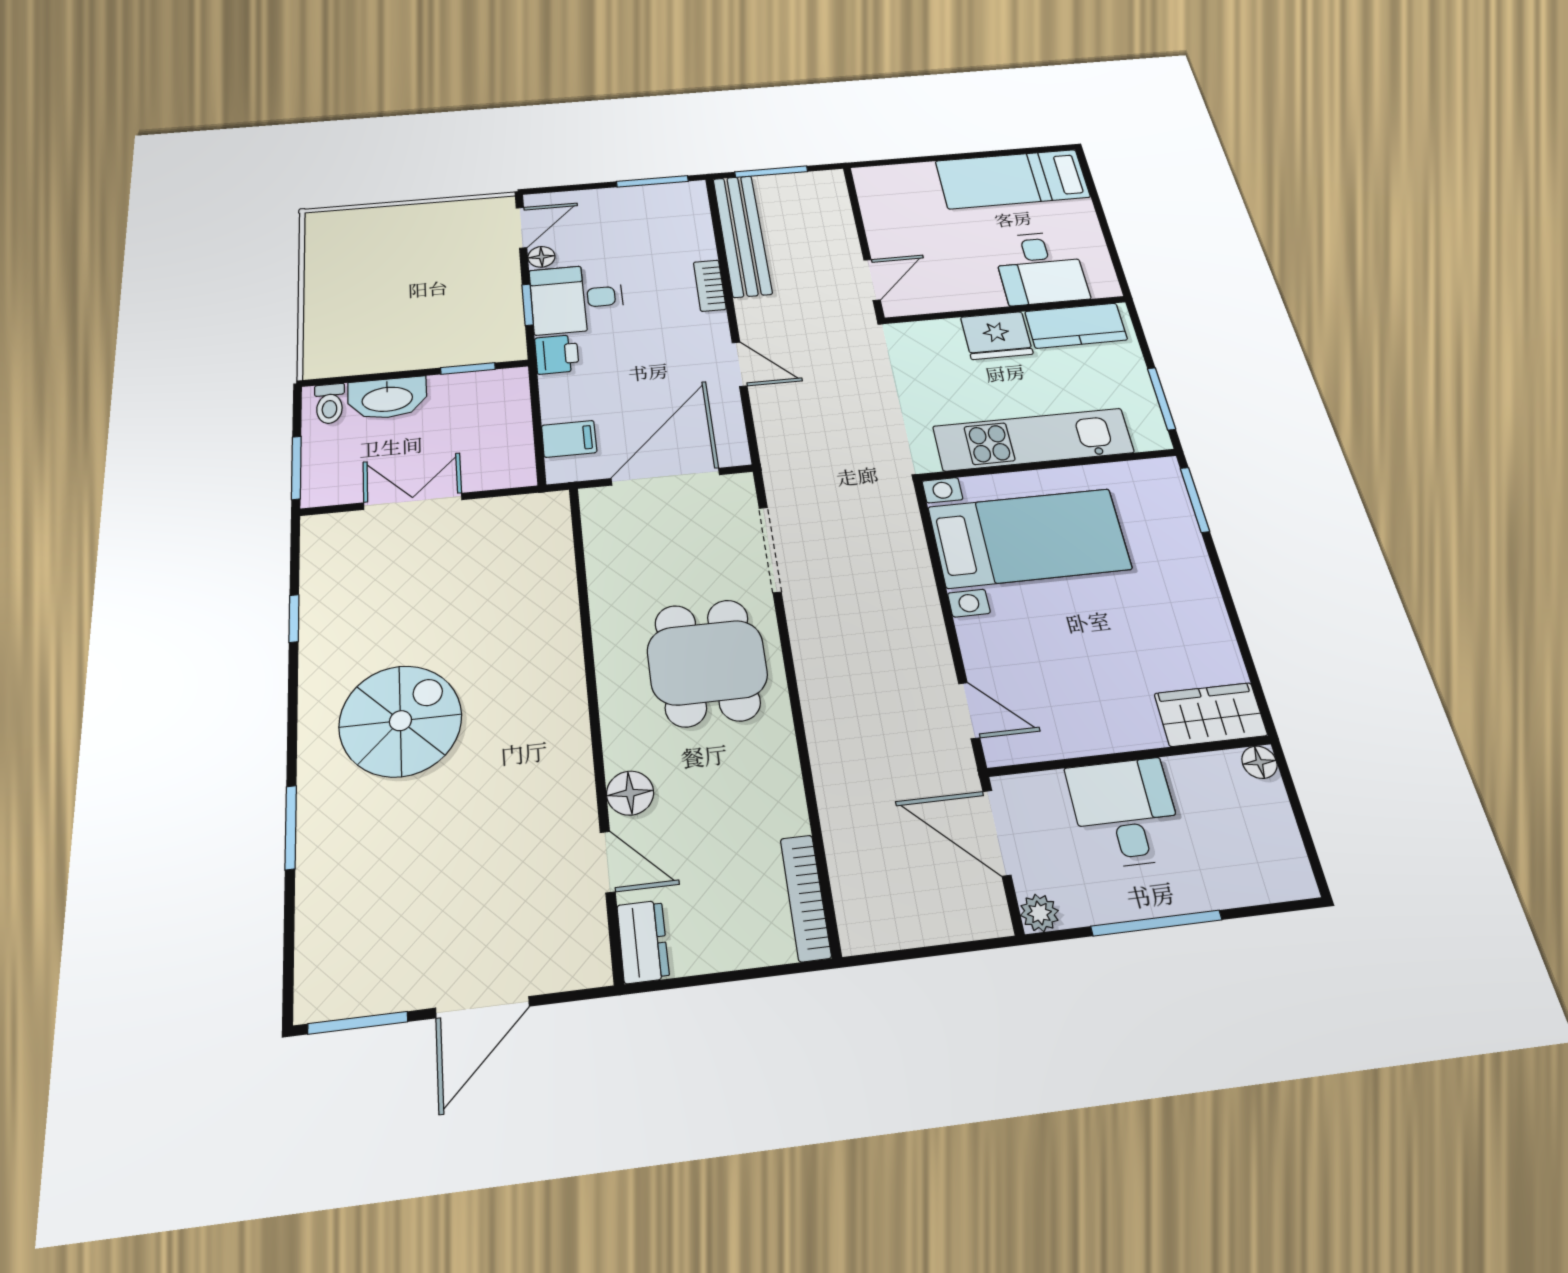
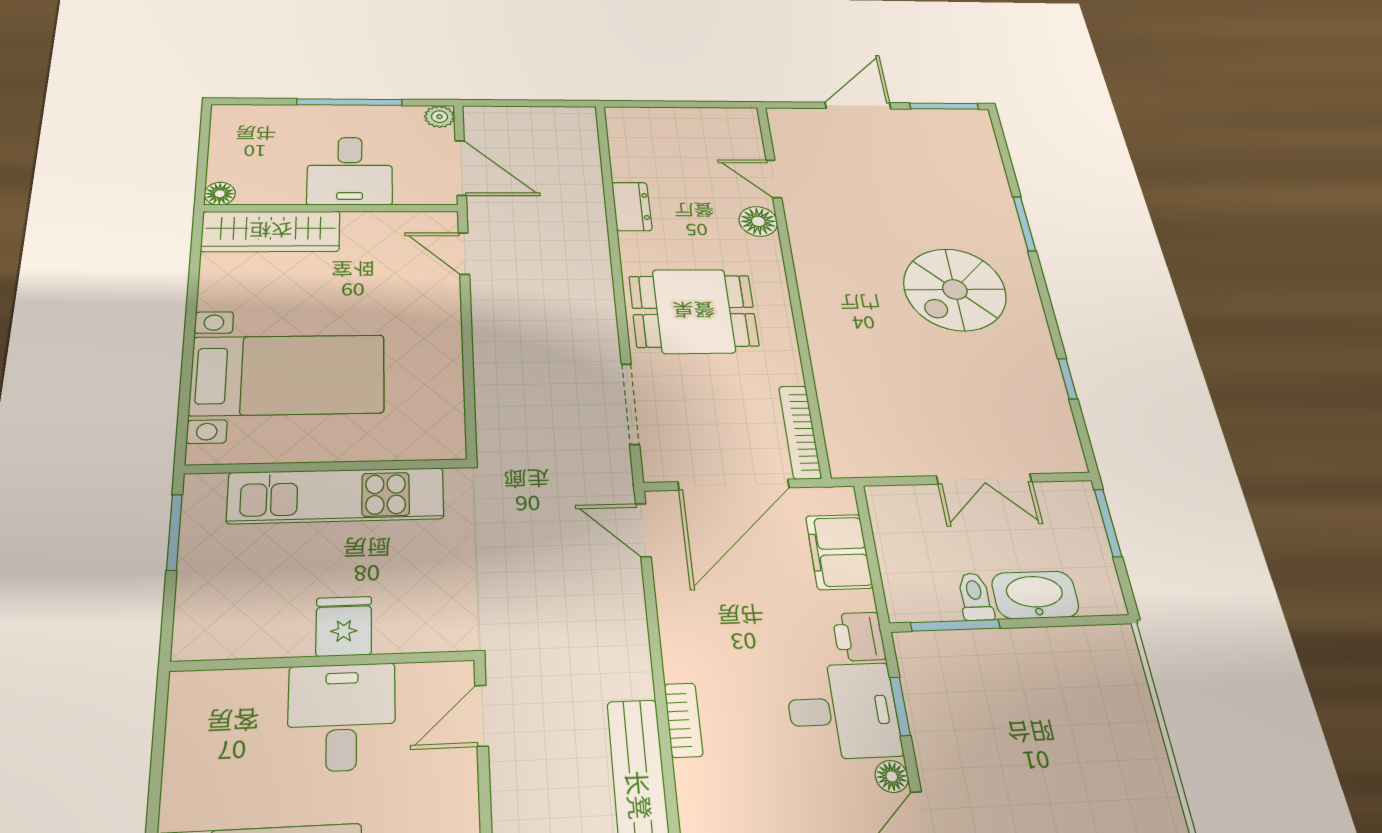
desk: (1040, 268) -> (342, 717), moved
kitchen counter: (1076, 326) -> (243, 633), removed
fridge: (997, 336) -> (344, 626), width x0.72
door: (740, 364) -> (643, 530), moved
window: (468, 368) -> (955, 625), width x1.50
toilet: (329, 404) -> (975, 597), moved
filing cabinet: (569, 439) -> (839, 552), width x2.00
window: (1195, 500) -> (183, 418), removed
bed with nightstands: (1029, 538) -> (288, 375), moved, turned 180
dining table: (707, 662) -> (694, 311), turned 90
wardrobe: (1211, 714) -> (271, 231), width x1.50
bookcase: (806, 898) -> (800, 432), moved, turned 180
dresser: (643, 942) -> (632, 206), moved, turned 180

